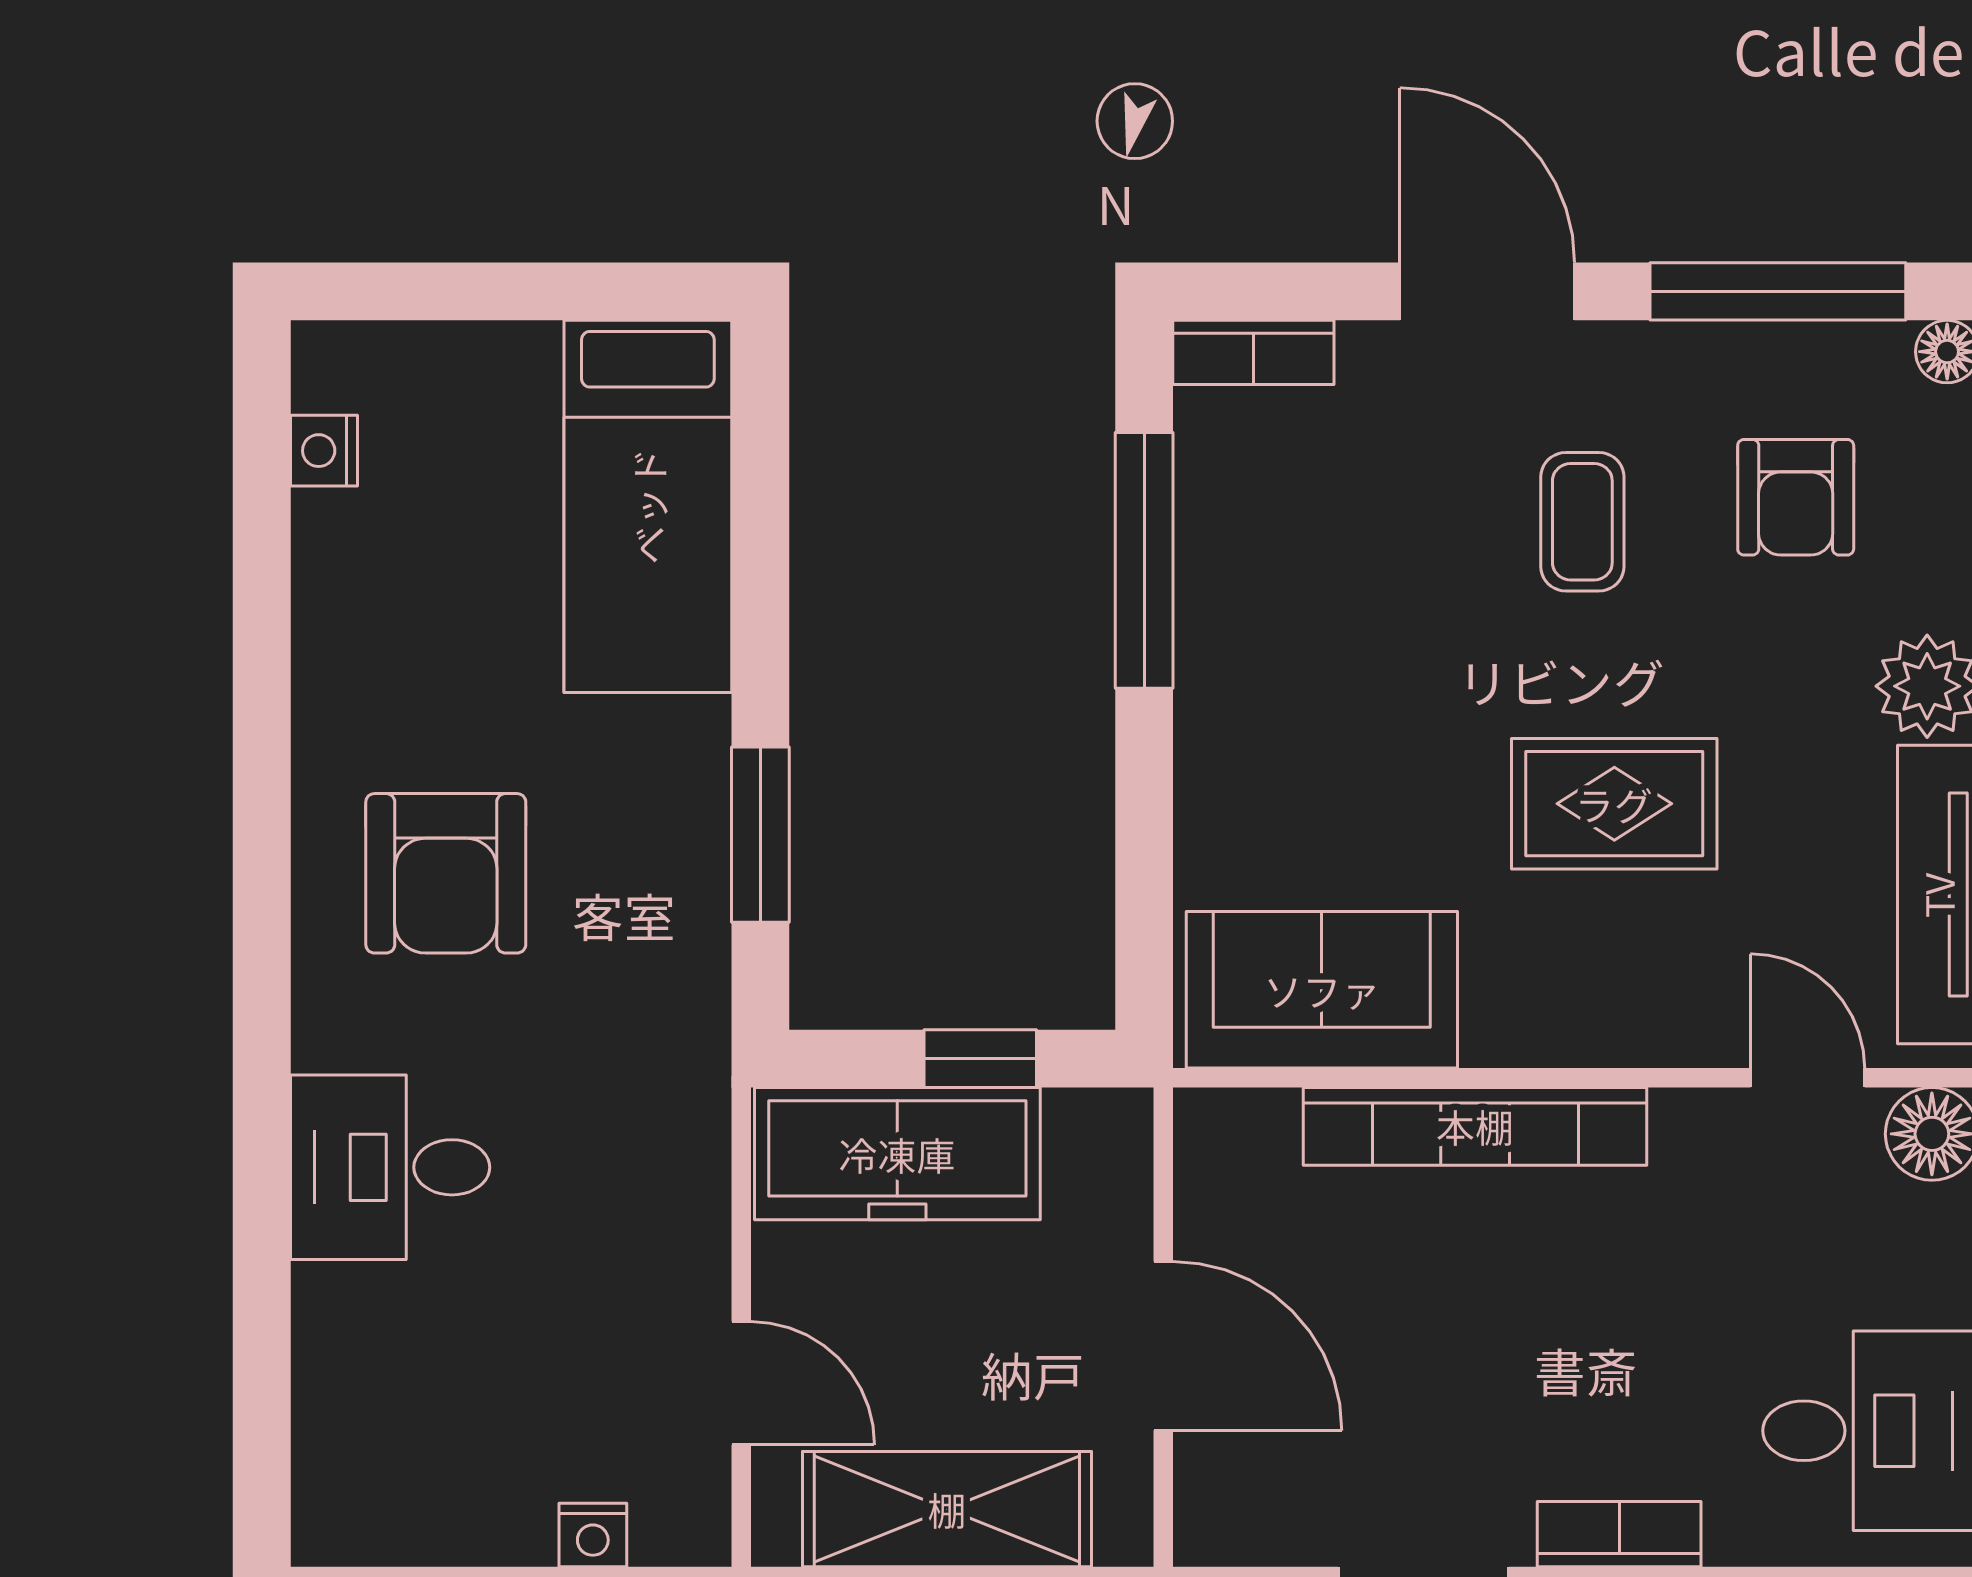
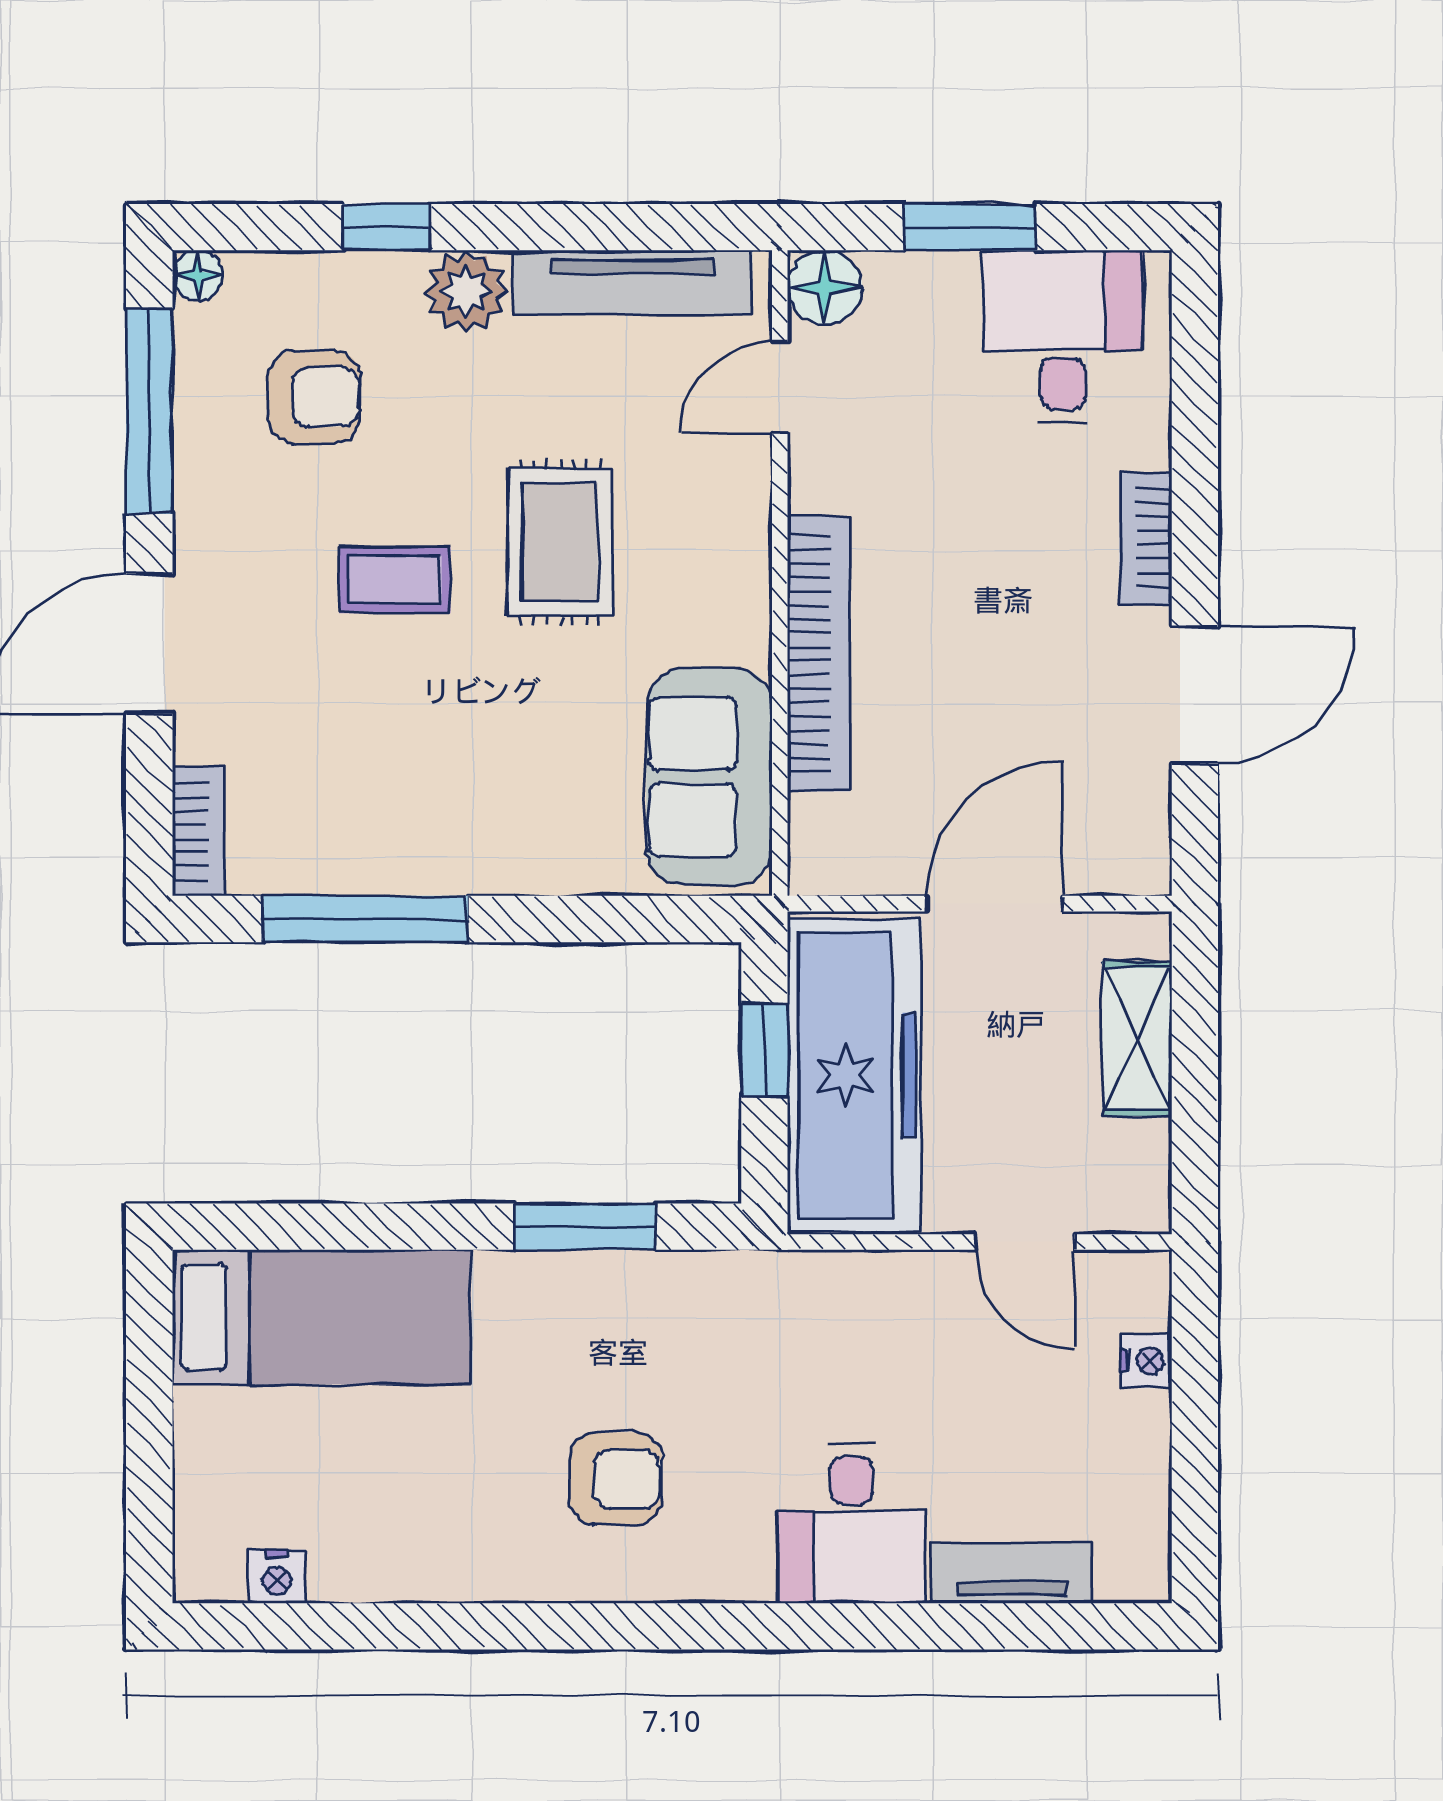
coffee table: (1582, 522) -> (395, 580), moved
armchair: (446, 873) -> (616, 1479), width x0.72, depth x0.72
freezer: (897, 1154) -> (854, 1075), width x1.36, depth x1.26
tv unit: (329, 1367) -> (1012, 1573), added
door: (741, 1383) -> (1025, 1242), swing flipped
shelving: (947, 1509) -> (1137, 1039), width x0.67, depth x0.75

